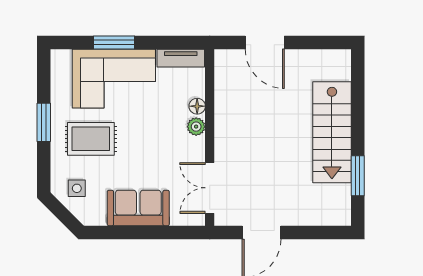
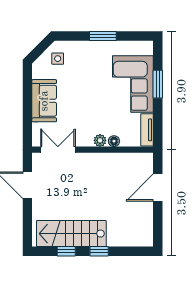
window: (358, 128) -> (99, 251), added
stairs: (332, 132) -> (71, 234), moved
rug: (91, 139) -> (92, 68), removed
window: (358, 176) -> (66, 251), width x0.67

